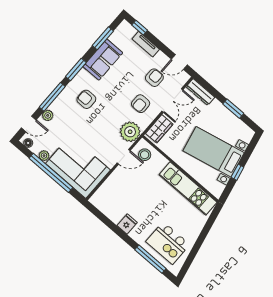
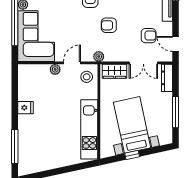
armchair: (141, 104) -> (109, 25), moved
window: (233, 109) -> (176, 112), width x1.44
plant: (130, 132) -> (99, 56), width x0.53, depth x0.53
door: (124, 157) -> (72, 63), swing flipped
plant: (117, 175) -> (55, 69), added
kitchen island: (168, 243) -> (37, 149), removed

